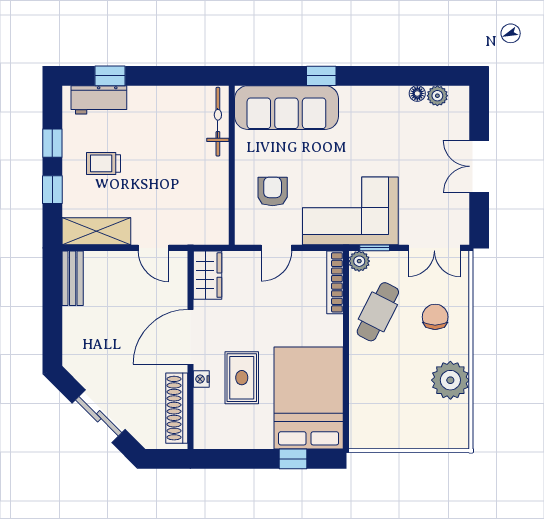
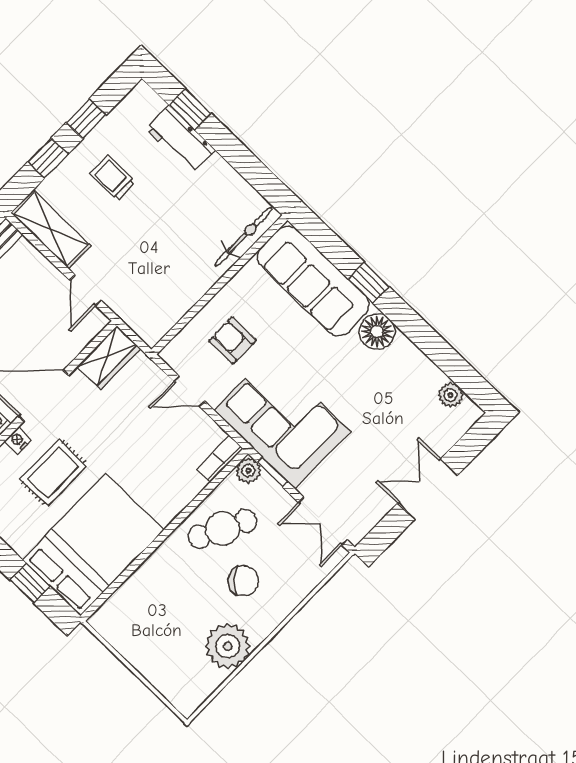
floor lamp: (417, 93) -> (377, 332), moved, width x1.89, depth x1.89
workbench: (99, 100) -> (181, 139), moved
armchair: (273, 191) -> (232, 340), turned -90
bookcase: (335, 282) -> (220, 459), width x0.64
chair: (435, 317) -> (243, 581), moved, turned 50

